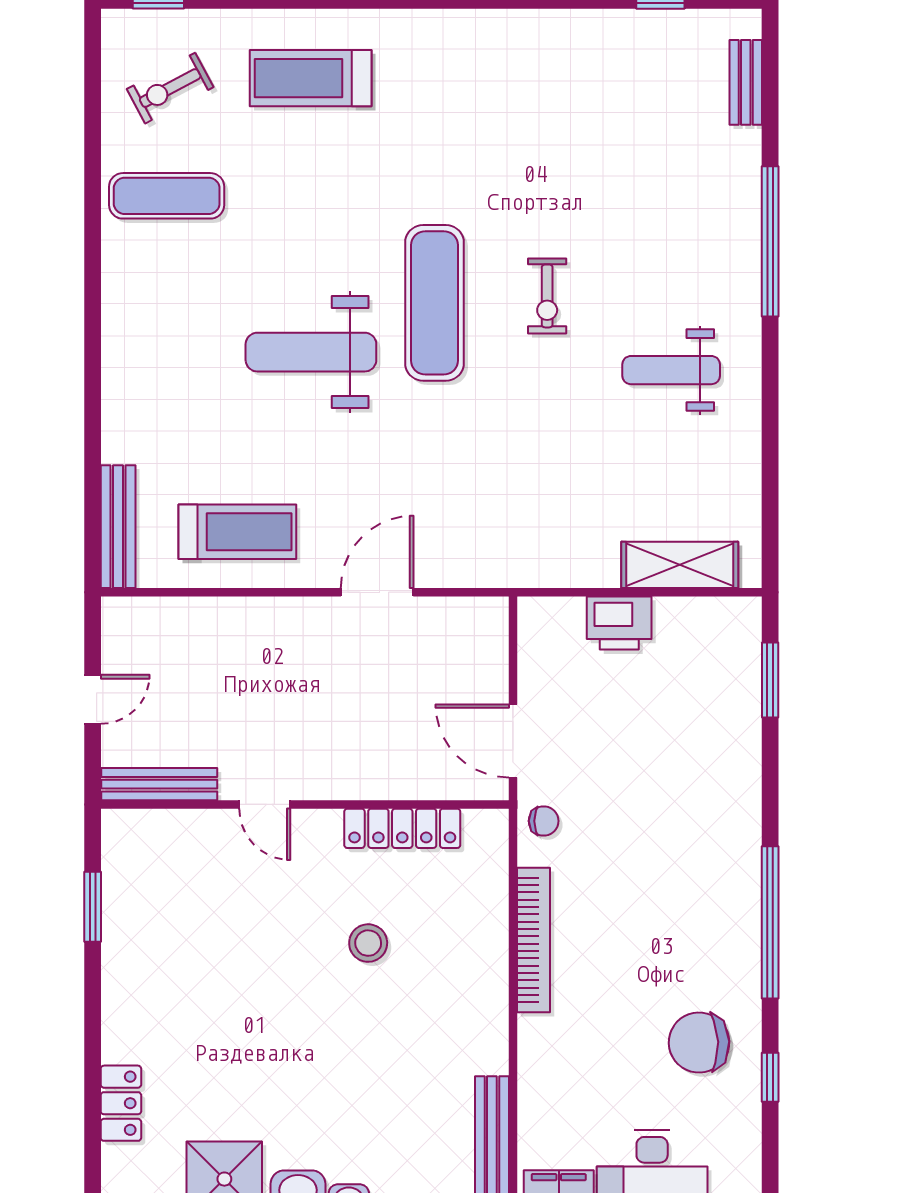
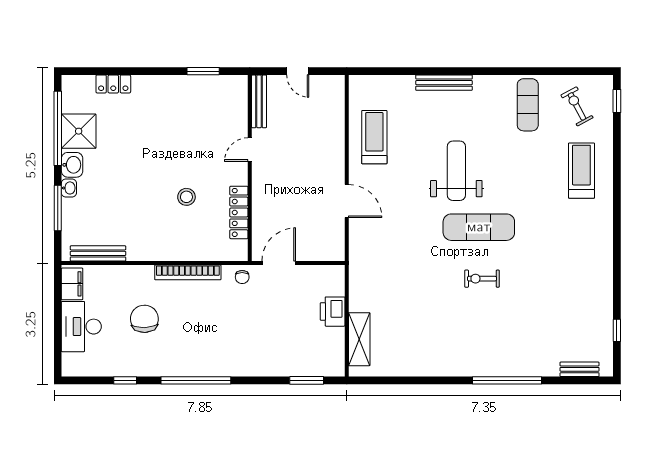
weight bench: (671, 370) -> (448, 335), removed
bench: (118, 527) -> (444, 83), moved
treadmill: (237, 532) -> (374, 137), turned 180
chair: (699, 1043) -> (144, 319), moved

